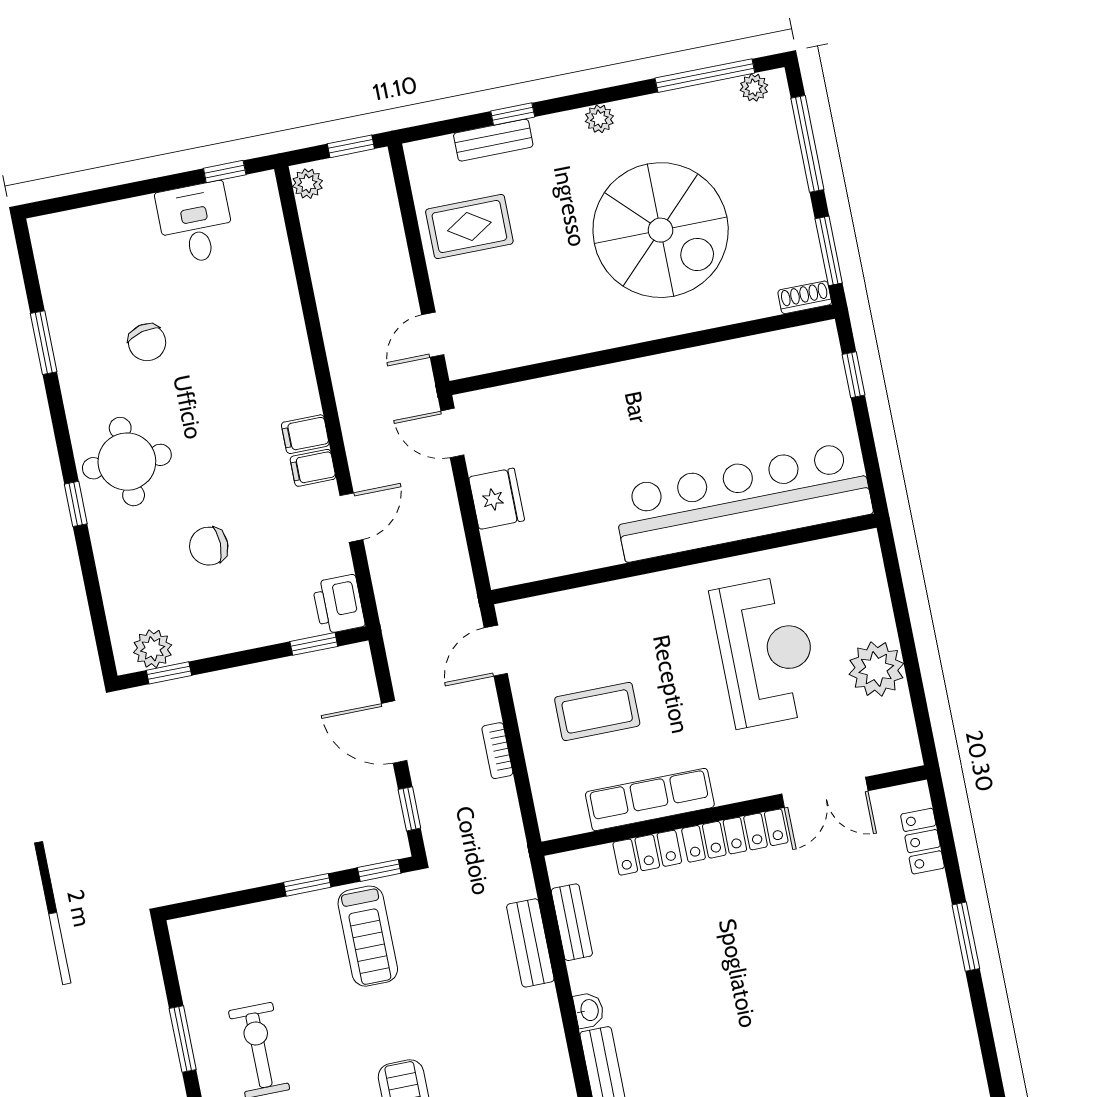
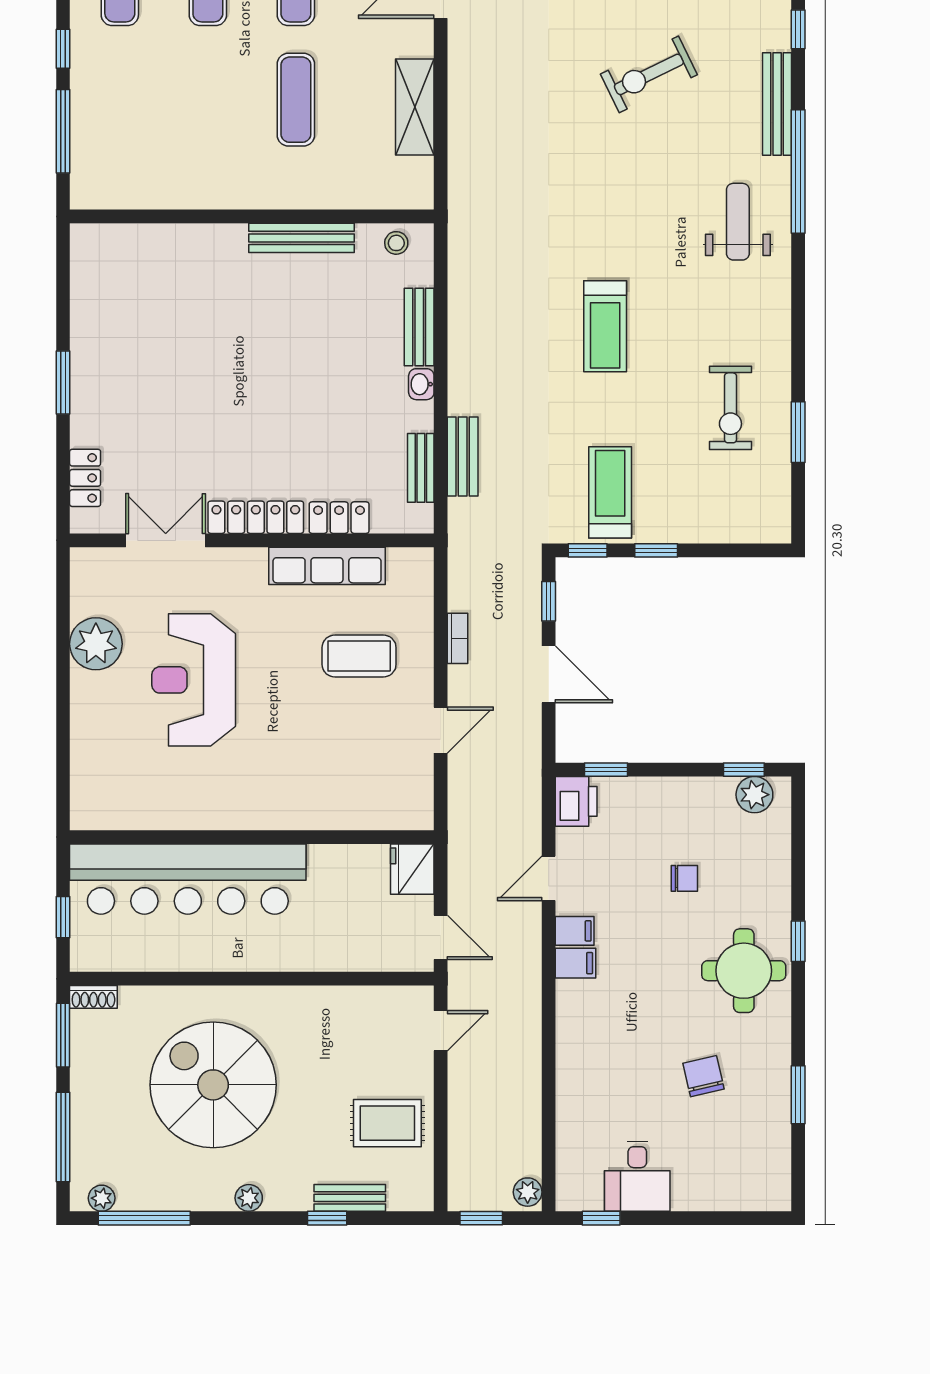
bar counter: (742, 501) -> (188, 879), moved
chair: (209, 546) -> (684, 878), width x0.73, depth x0.73
wall: (684, 559) -> (252, 837), moved

